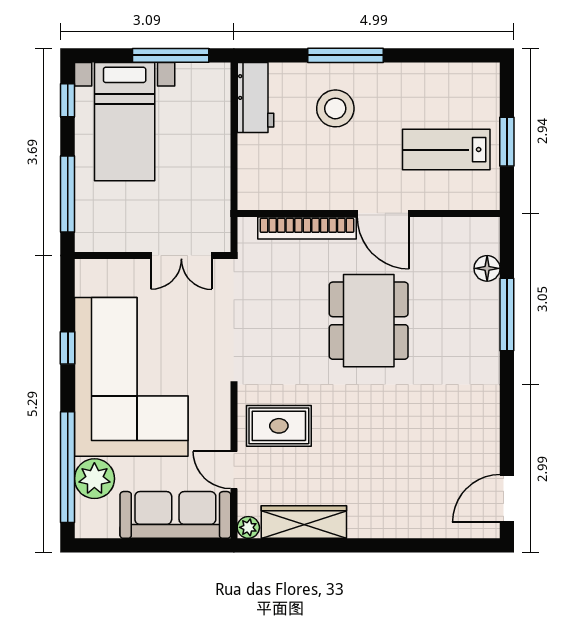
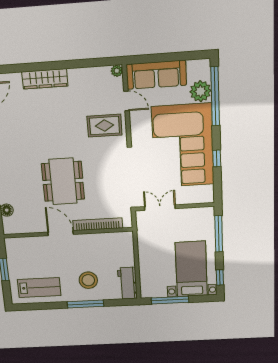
lab bench: (446, 150) -> (39, 288), moved
wardrobe: (304, 522) -> (45, 79), moved

